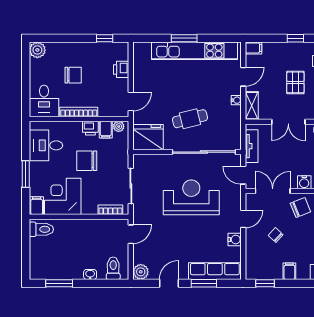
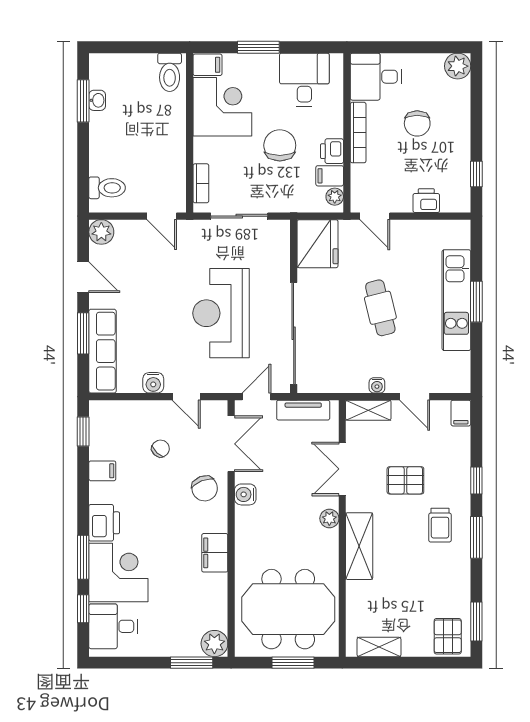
kitchen unit: (195, 51) -> (456, 300), width x0.73
cafe table: (190, 119) -> (380, 308), moved
reception desk: (191, 197) -> (221, 313), turned 180
washbasin: (90, 274) -> (97, 100), moved

